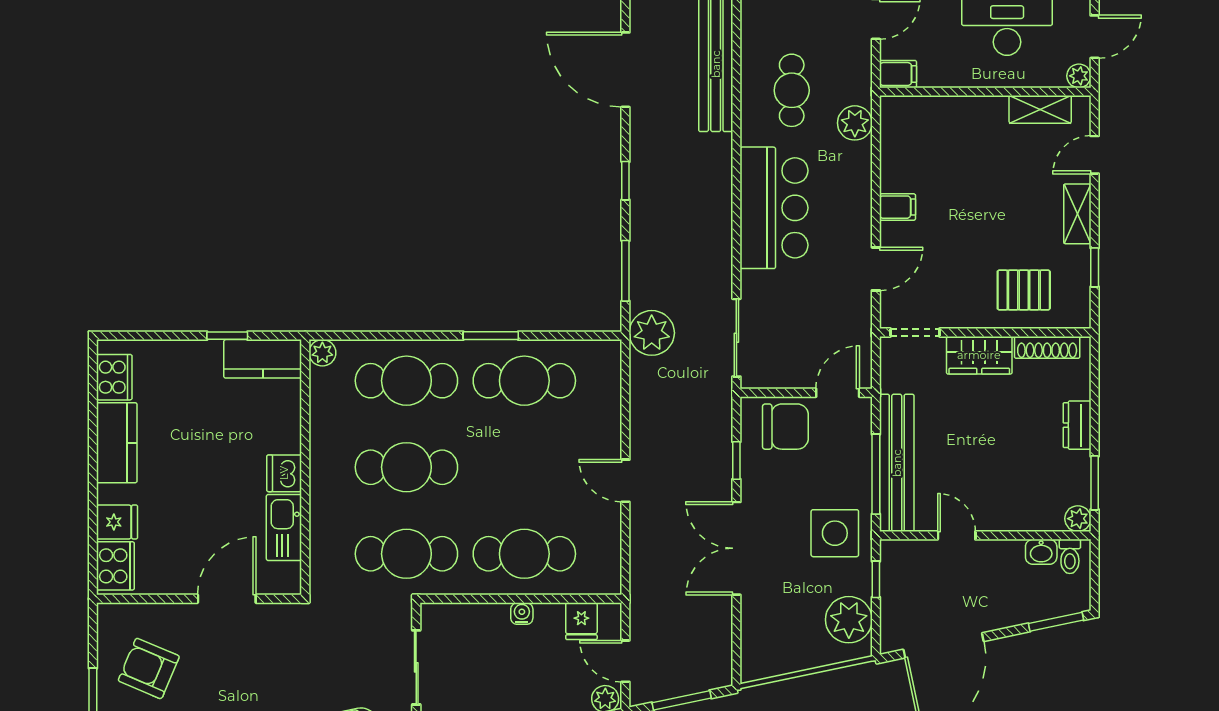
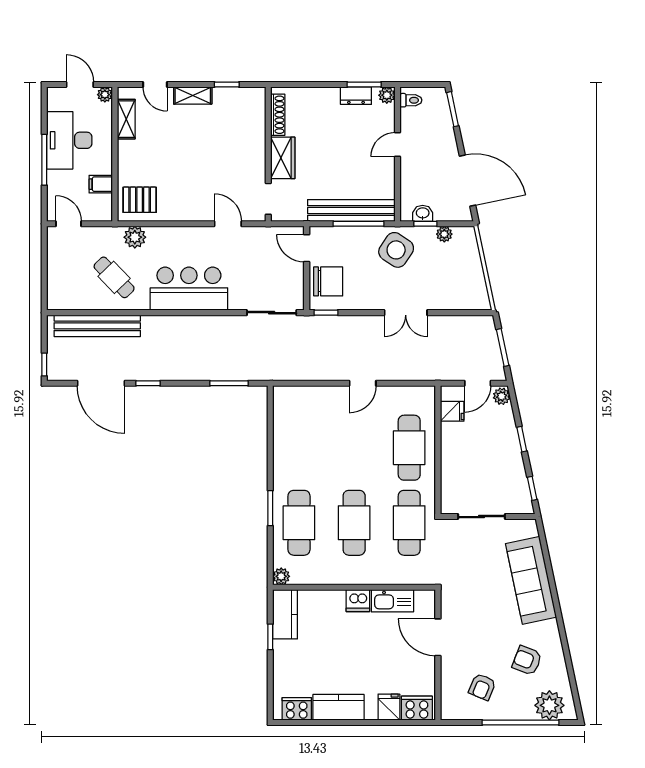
door: (625, 70) -> (101, 383), hinge flipped
filing cabinet: (898, 74) -> (101, 184), moved, turned -90
cafe table: (792, 90) -> (114, 277), turned 46
window: (625, 181) -> (148, 383), moved
filing cabinet: (898, 207) -> (188, 210), removed
pallet: (1024, 290) -> (140, 200), moved, turned 90
plant: (652, 333) -> (269, 367), removed
window: (491, 336) -> (270, 508), moved
cafe table: (524, 381) -> (299, 448), removed
dresser: (1077, 425) -> (356, 96), moved
chair: (785, 427) -> (328, 281), turned 90
window: (736, 461) -> (326, 313), moved
side table: (835, 533) -> (396, 250), turned 34
door: (957, 535) -> (397, 145), moved
double door: (736, 548) -> (406, 313), width x0.73
washbasin: (1041, 552) -> (423, 213), moved, turned -90
water cooler: (522, 614) -> (447, 449), removed
plant: (849, 620) -> (444, 234), width x0.53, depth x0.53
armchair: (149, 668) -> (482, 687), width x0.72, depth x0.72

